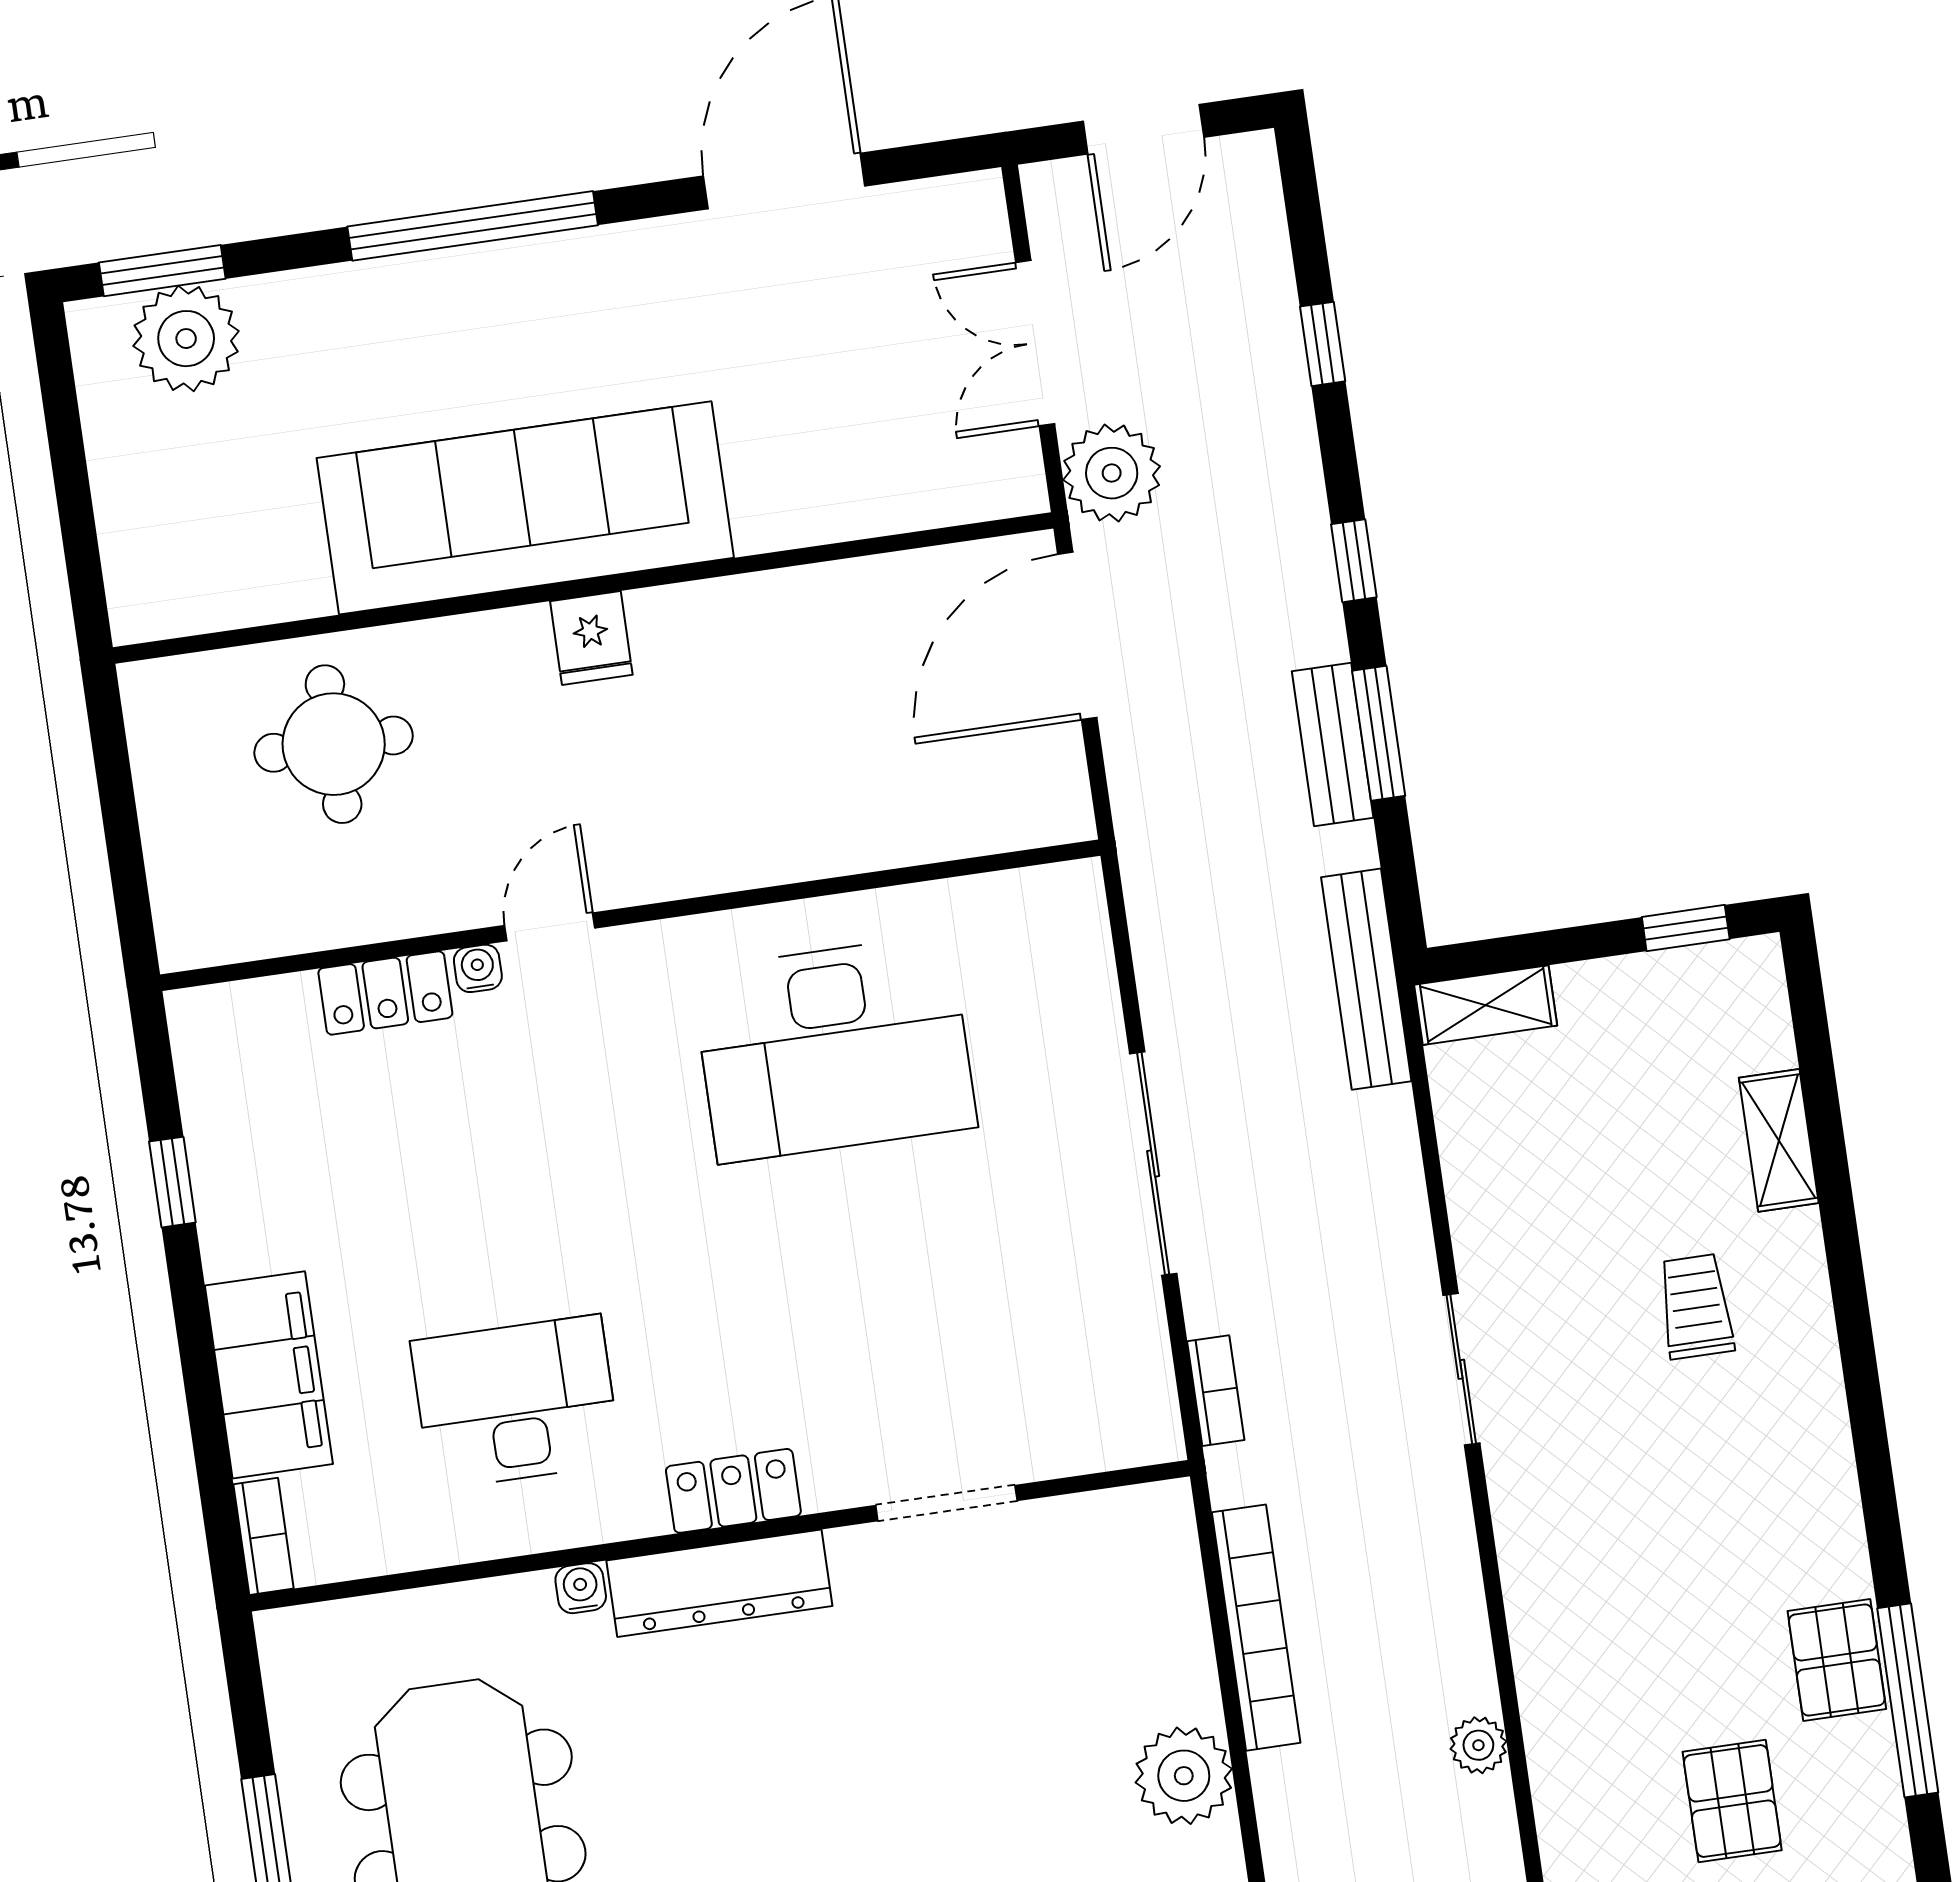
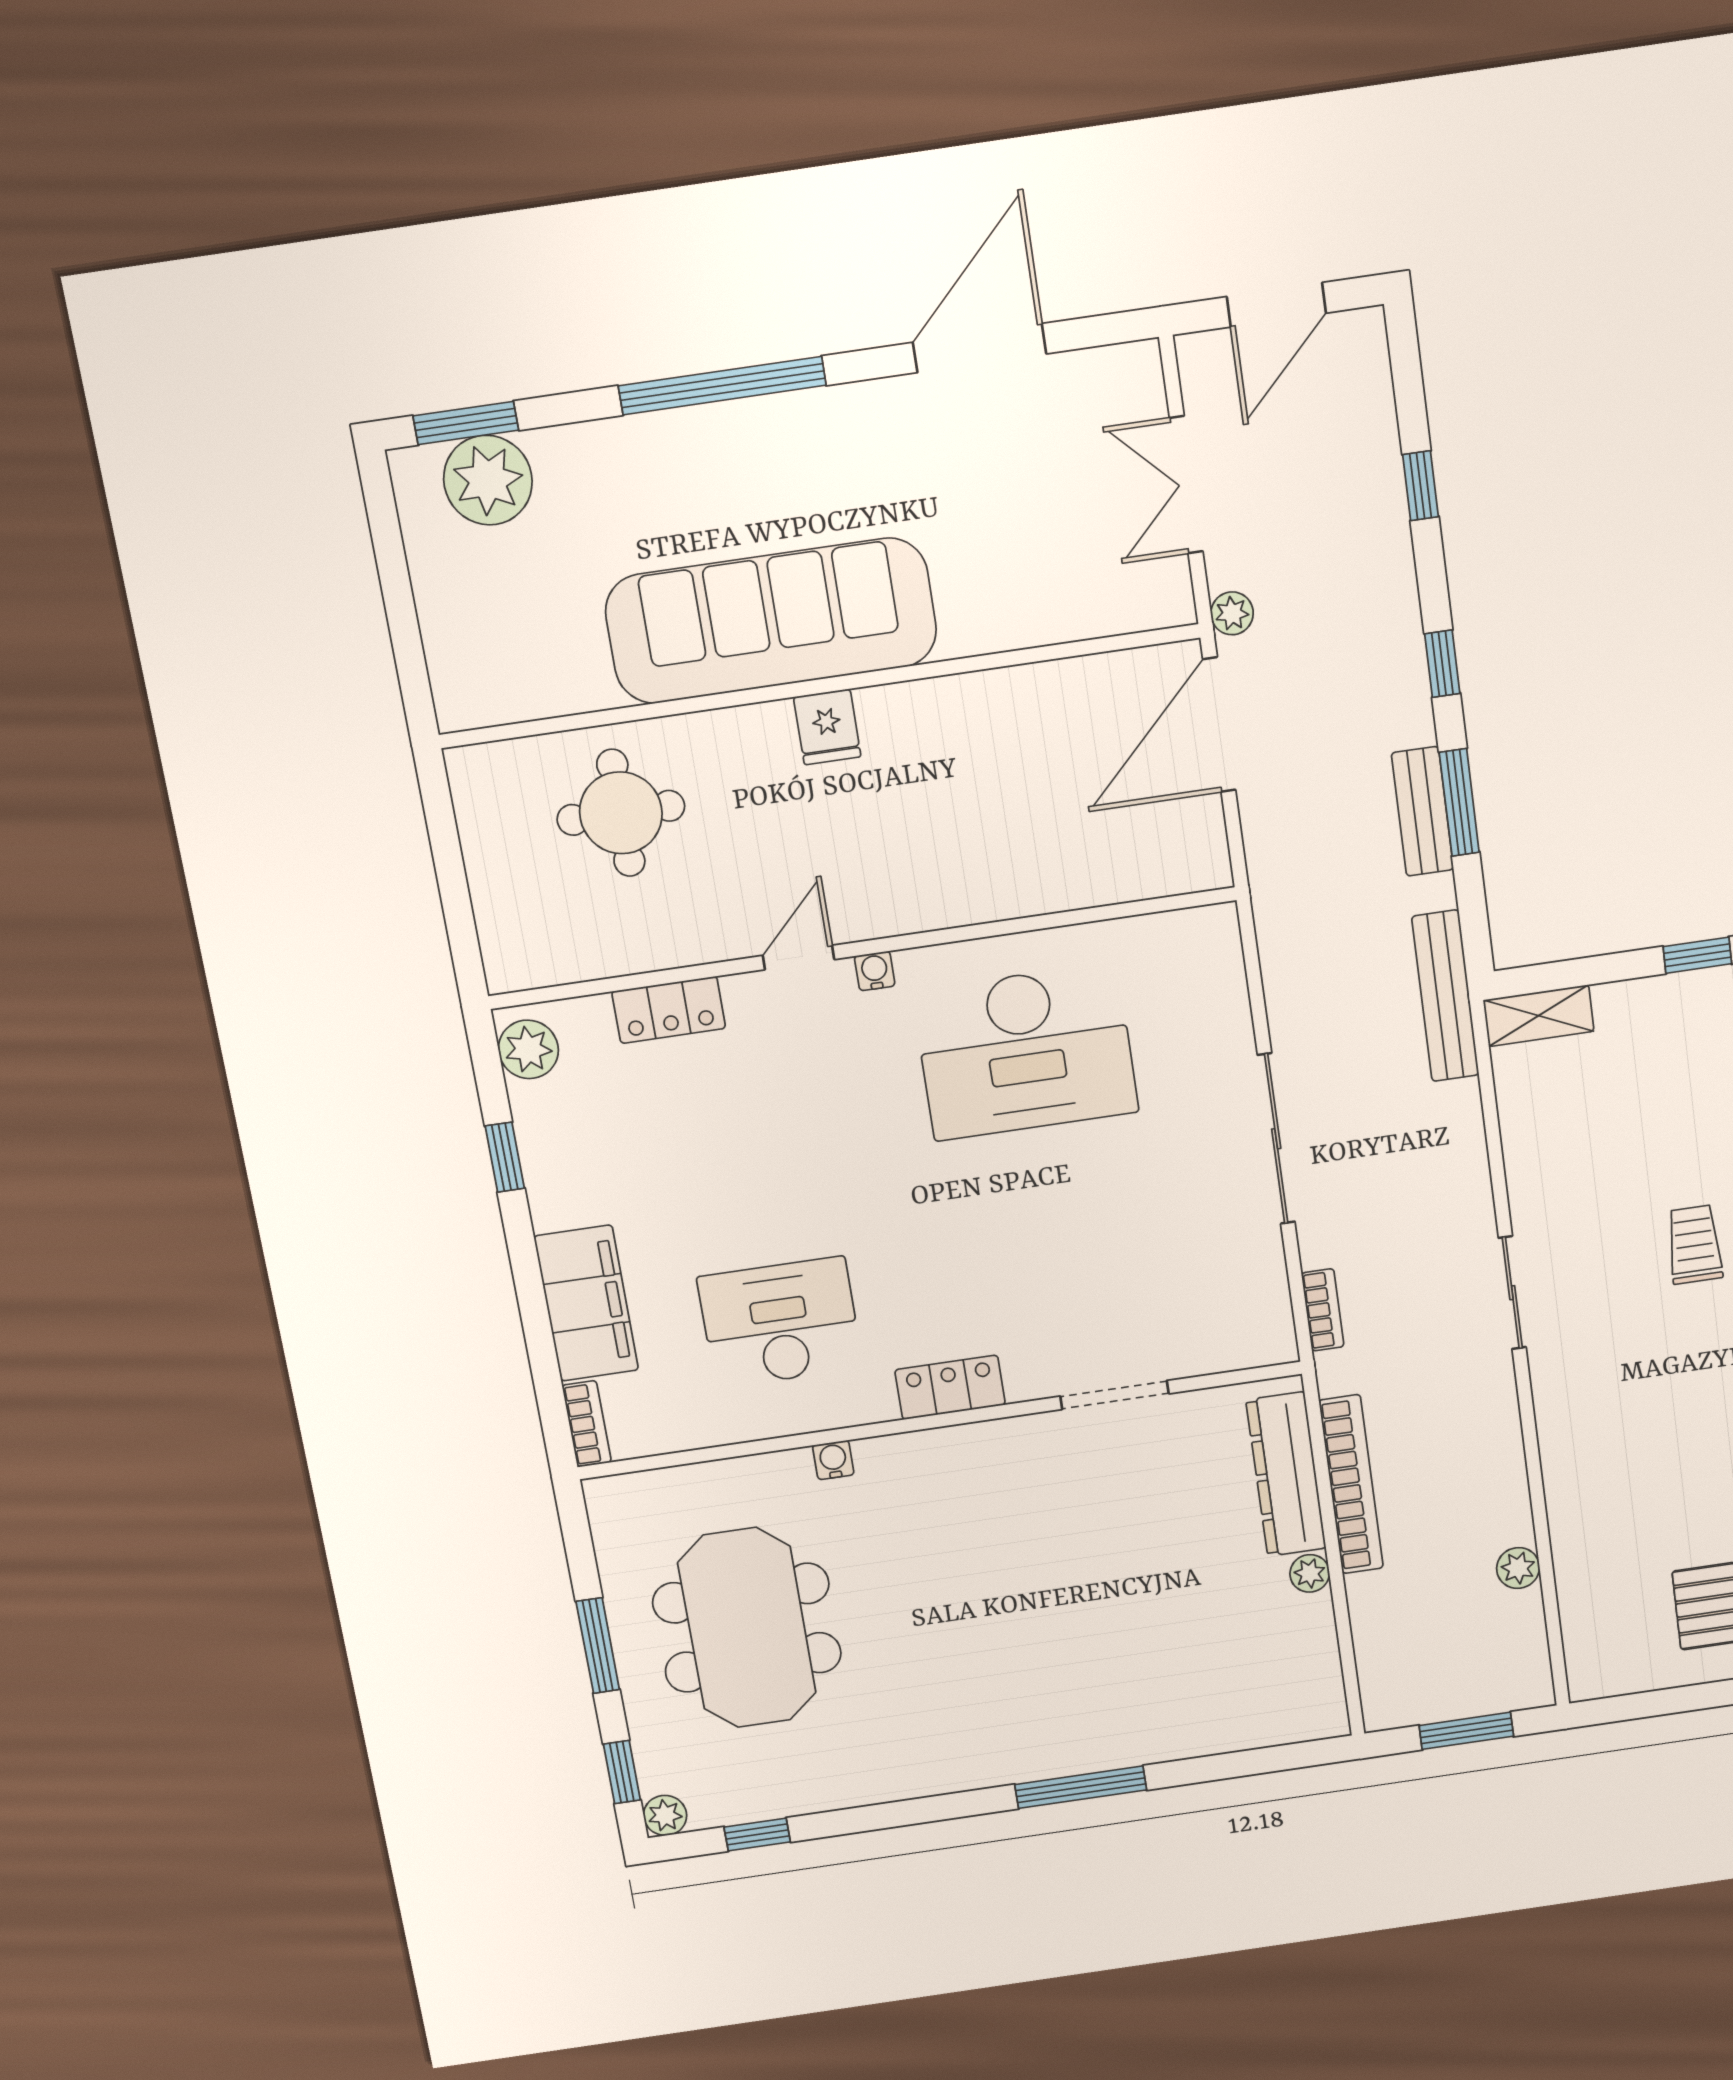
plant: (1112, 473) -> (1232, 613), width x0.53, depth x0.53
water cooler: (478, 968) -> (875, 971), moved
plant: (208, 1043) -> (528, 1049), added
dresser: (719, 1583) -> (1286, 1474), moved, turned 90
plant: (1184, 1776) -> (1310, 1573), width x0.53, depth x0.53

